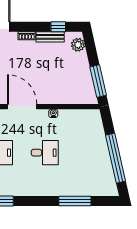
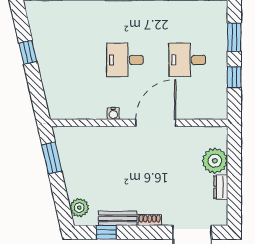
window: (98, 81) -> (52, 158), width x0.69
door: (22, 107) -> (156, 123), swing flipped
window: (116, 158) -> (28, 52), width x0.32

